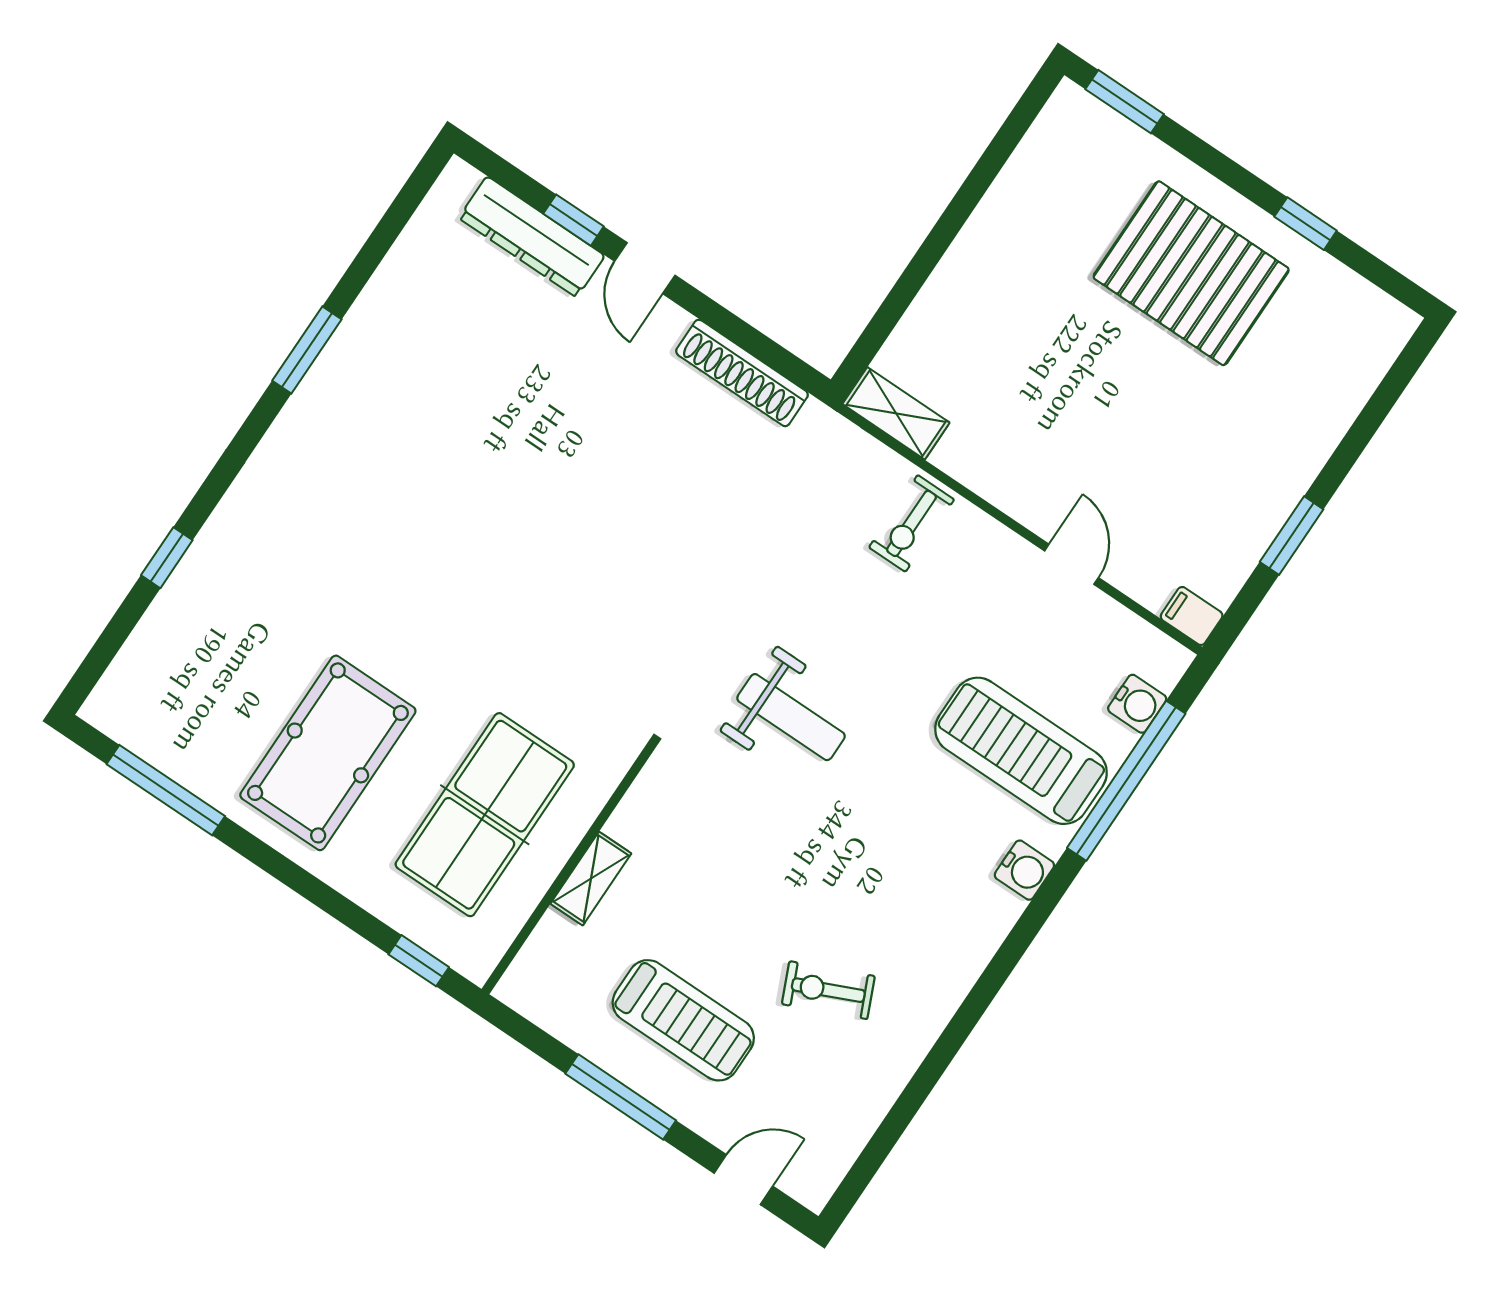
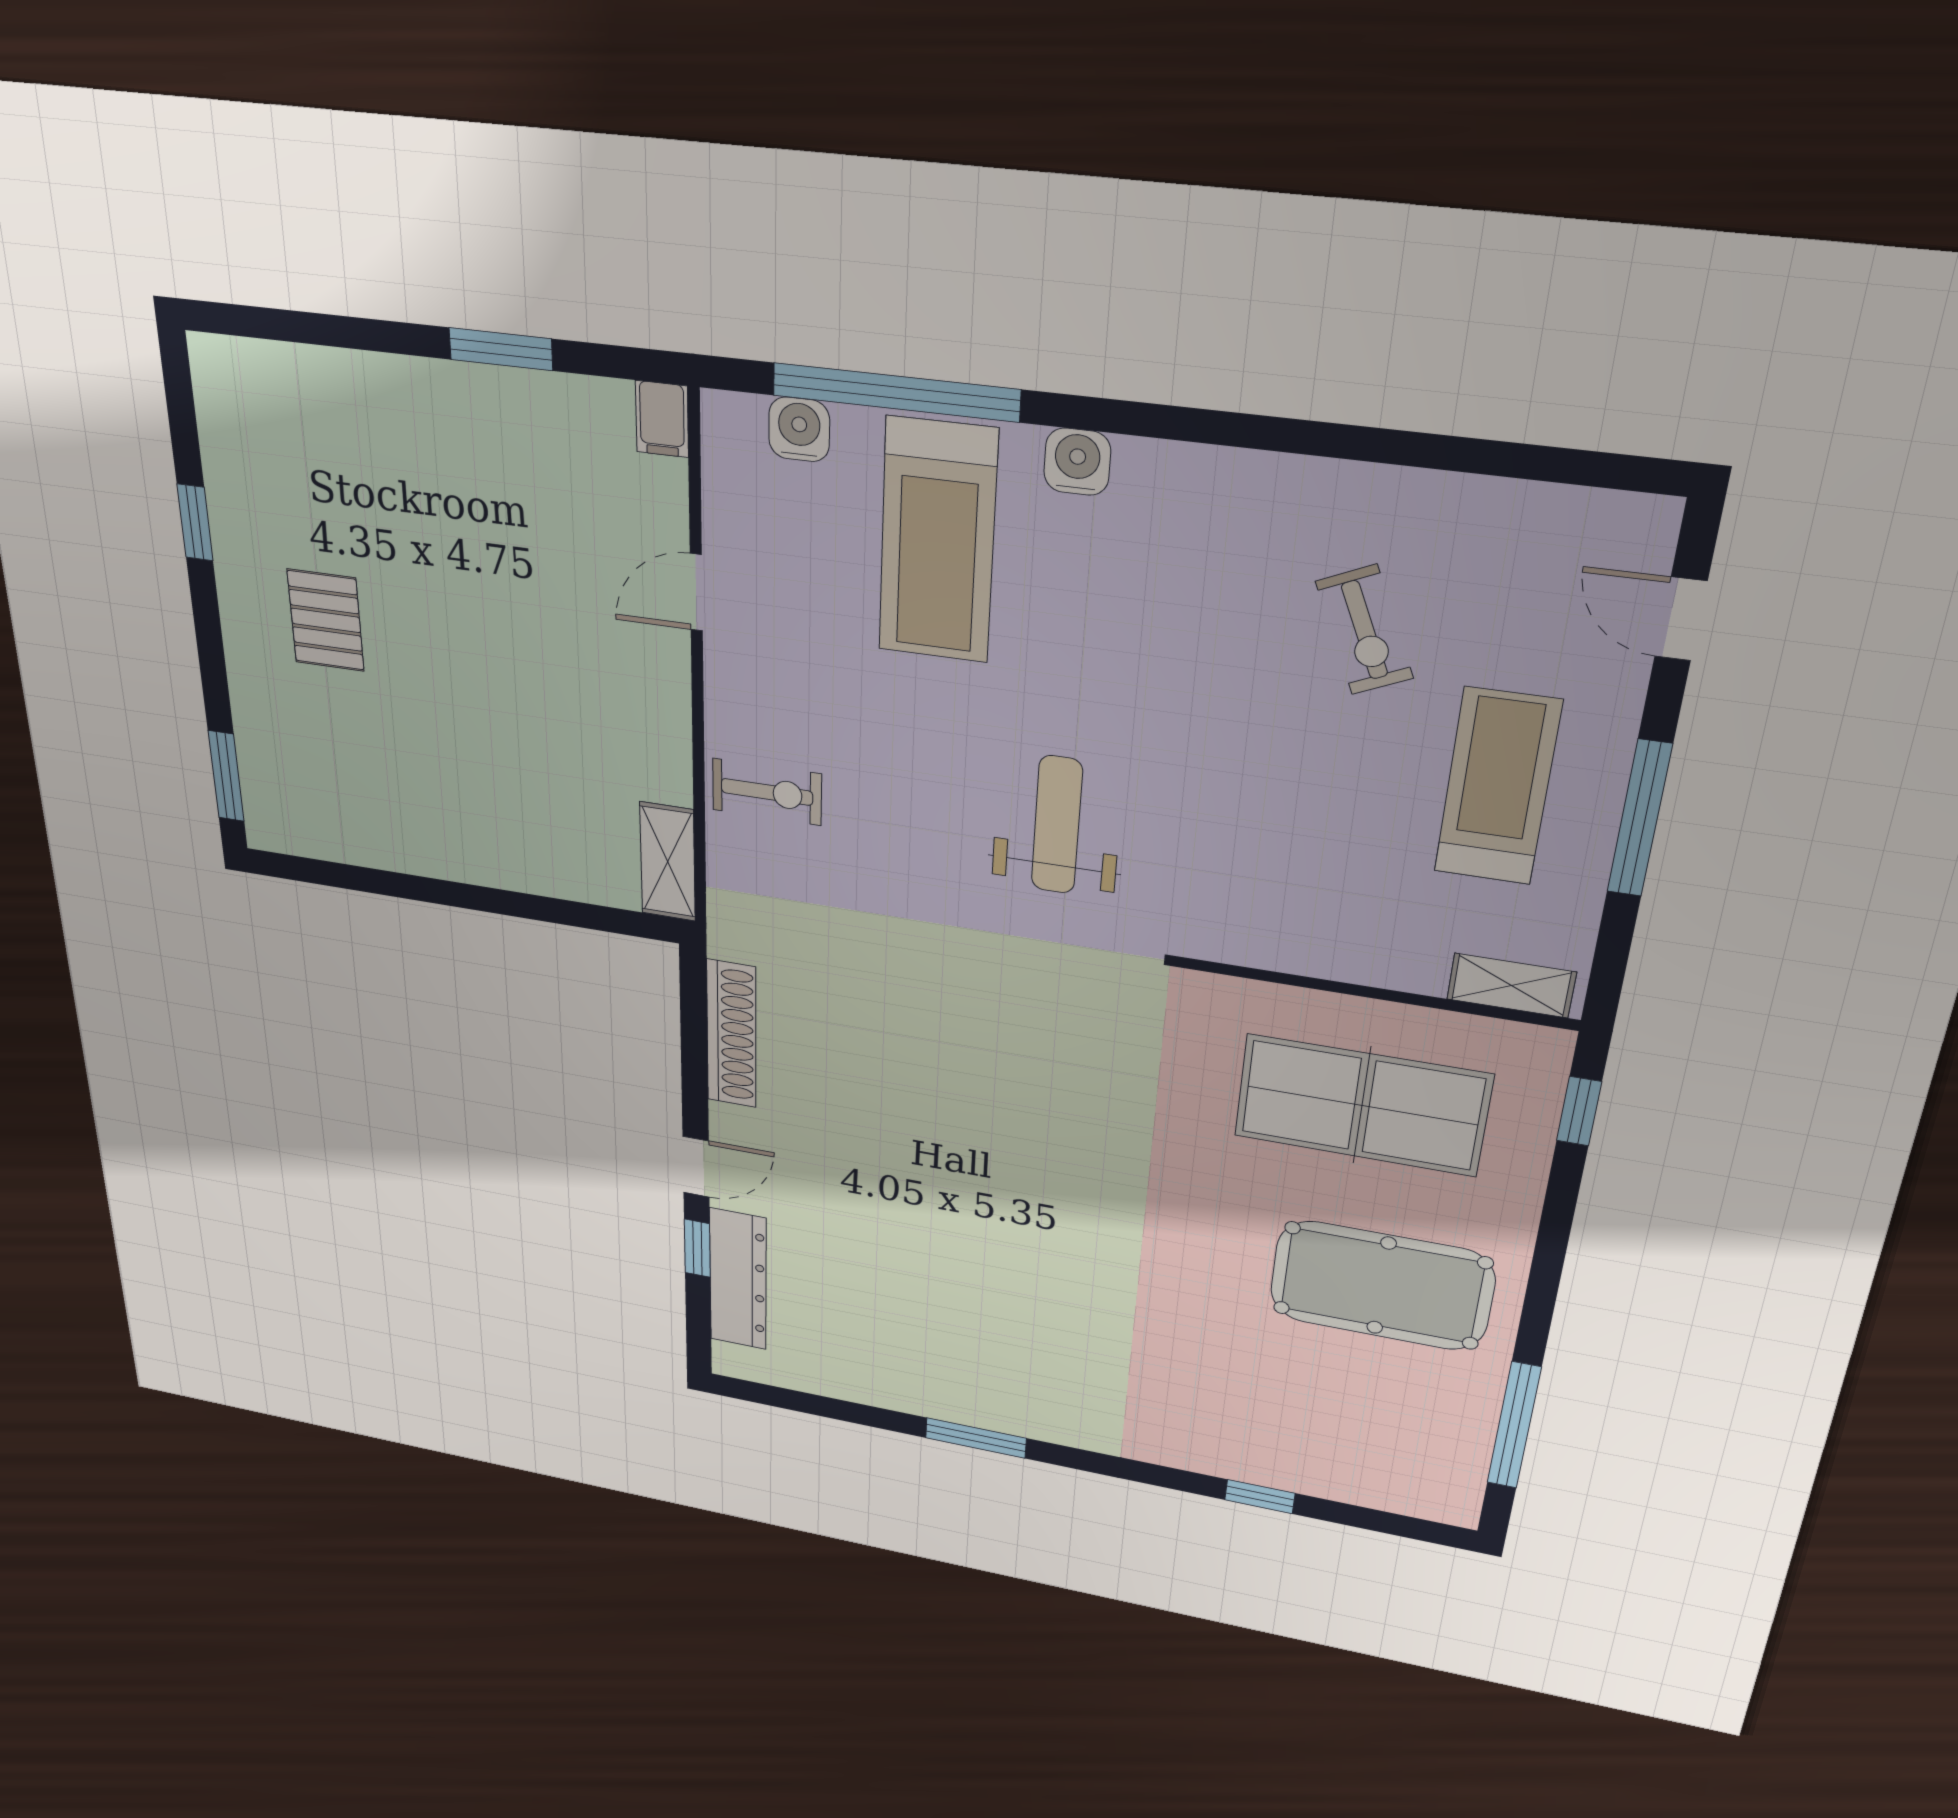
pallet: (1191, 273) -> (326, 620), width x0.49, depth x0.50
shelving: (591, 879) -> (1511, 986), moved

